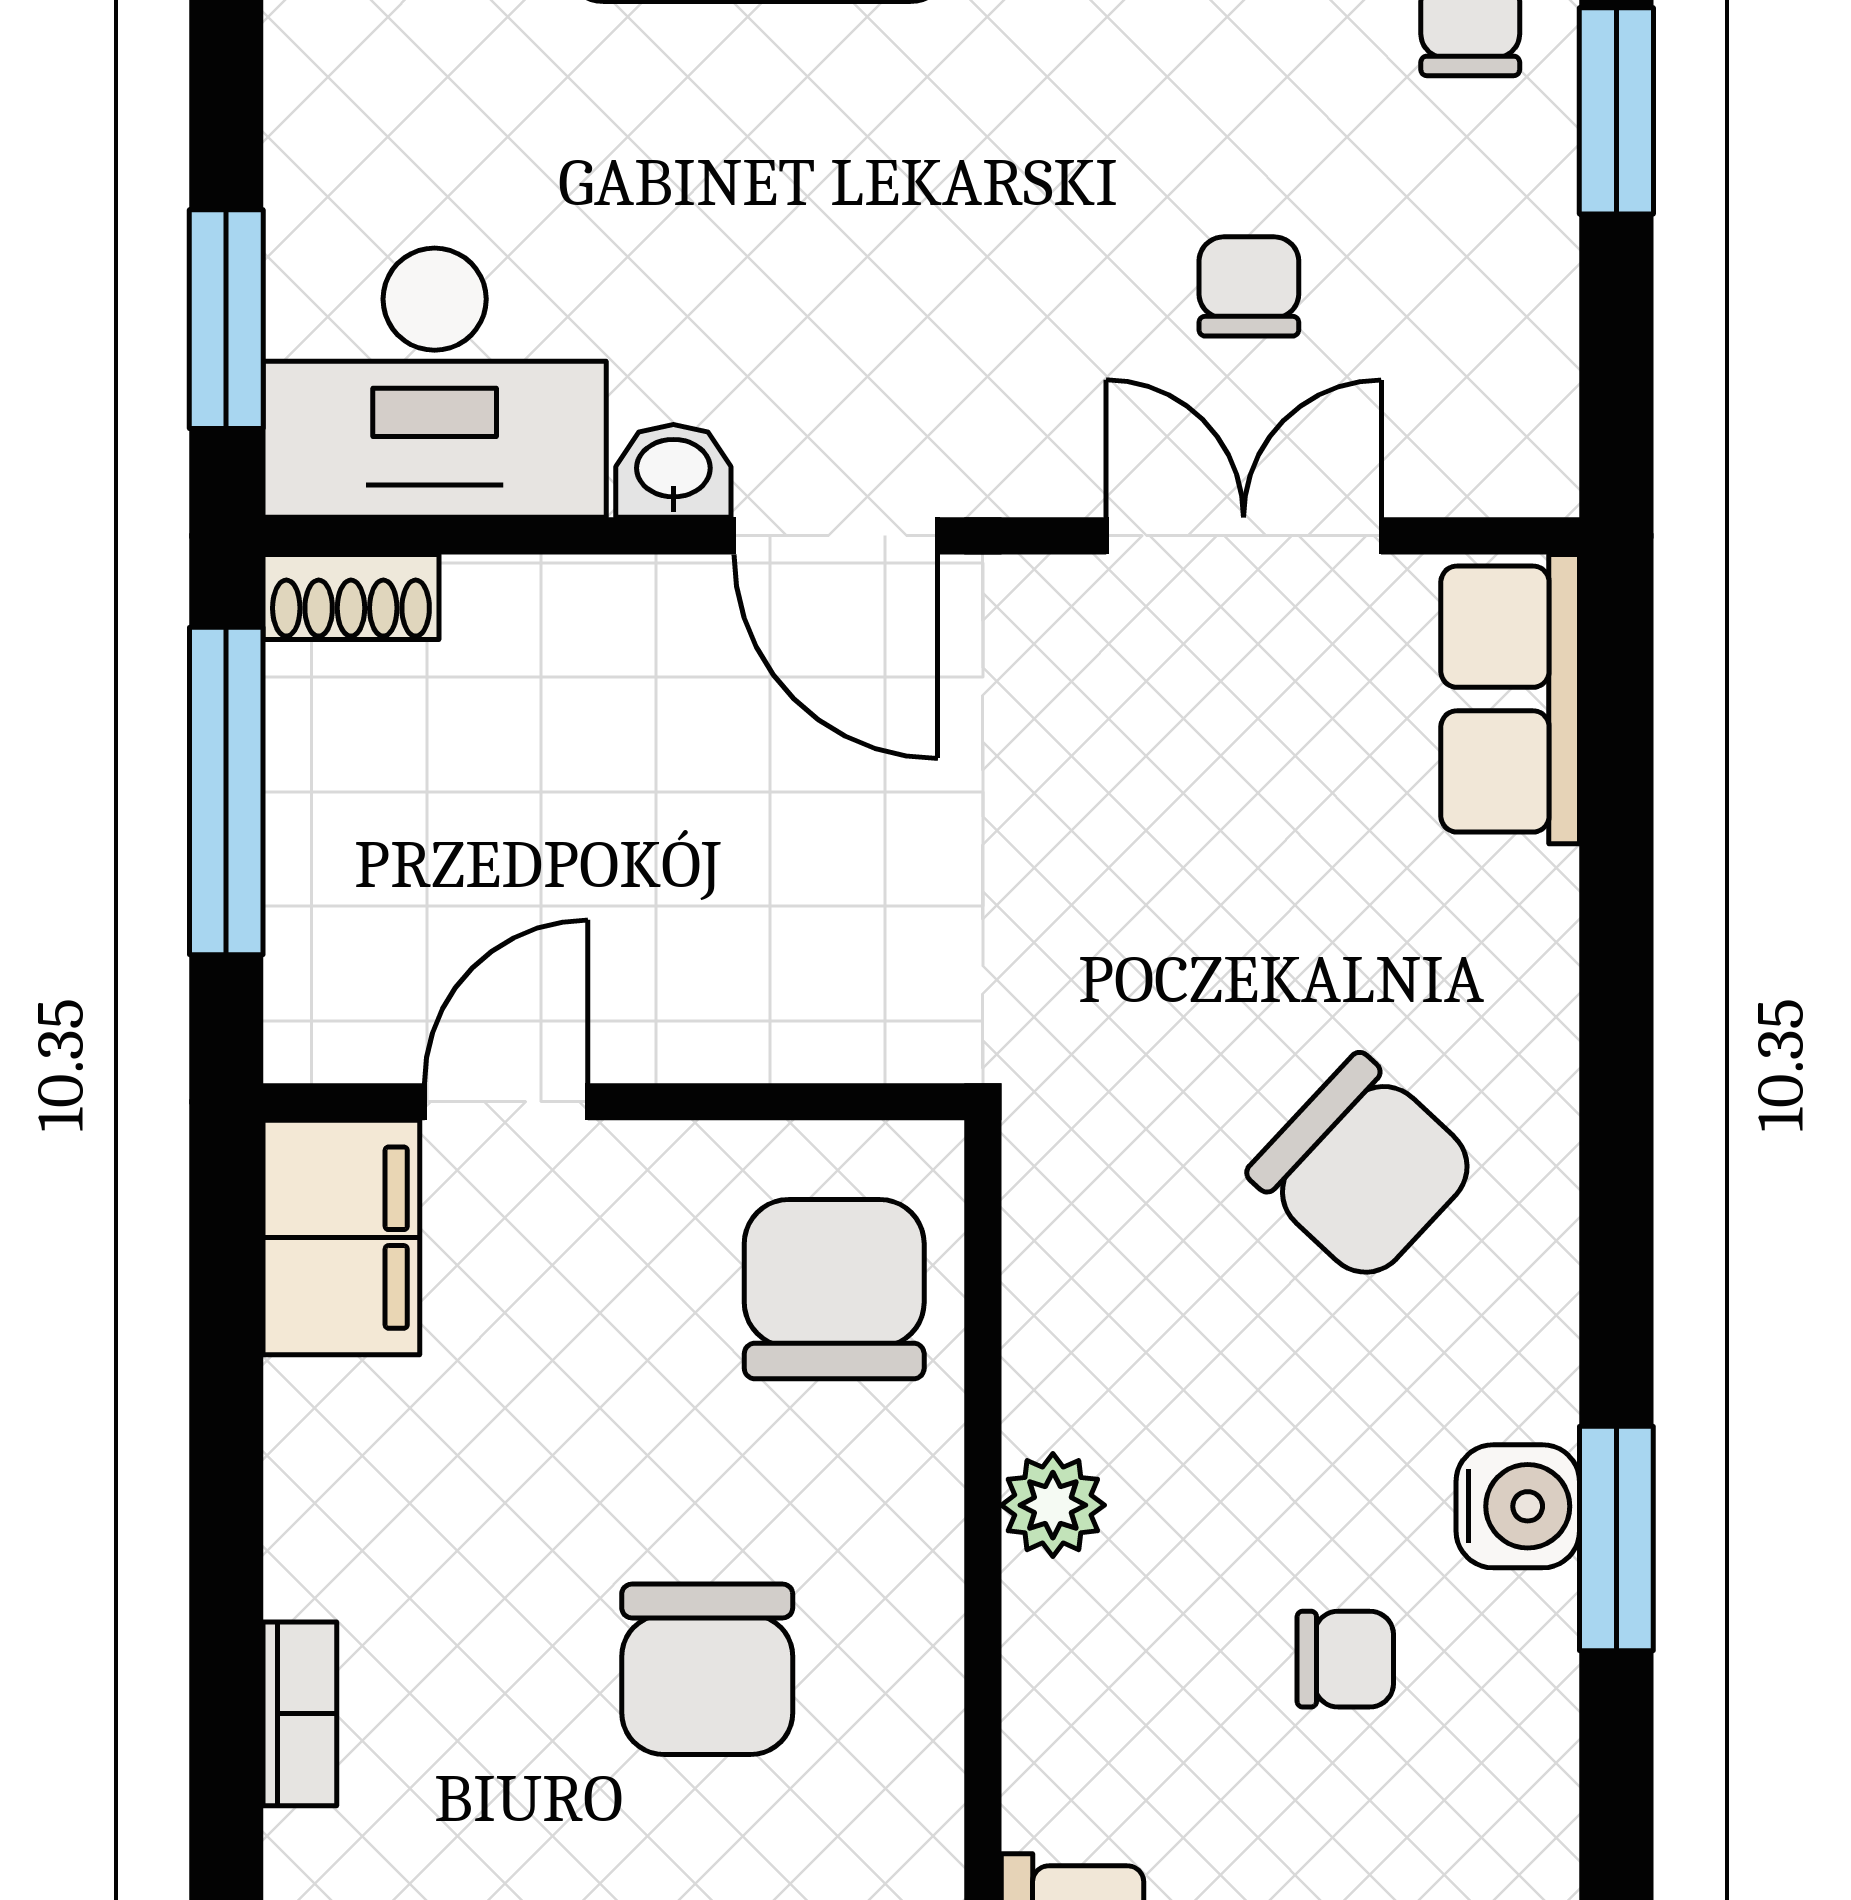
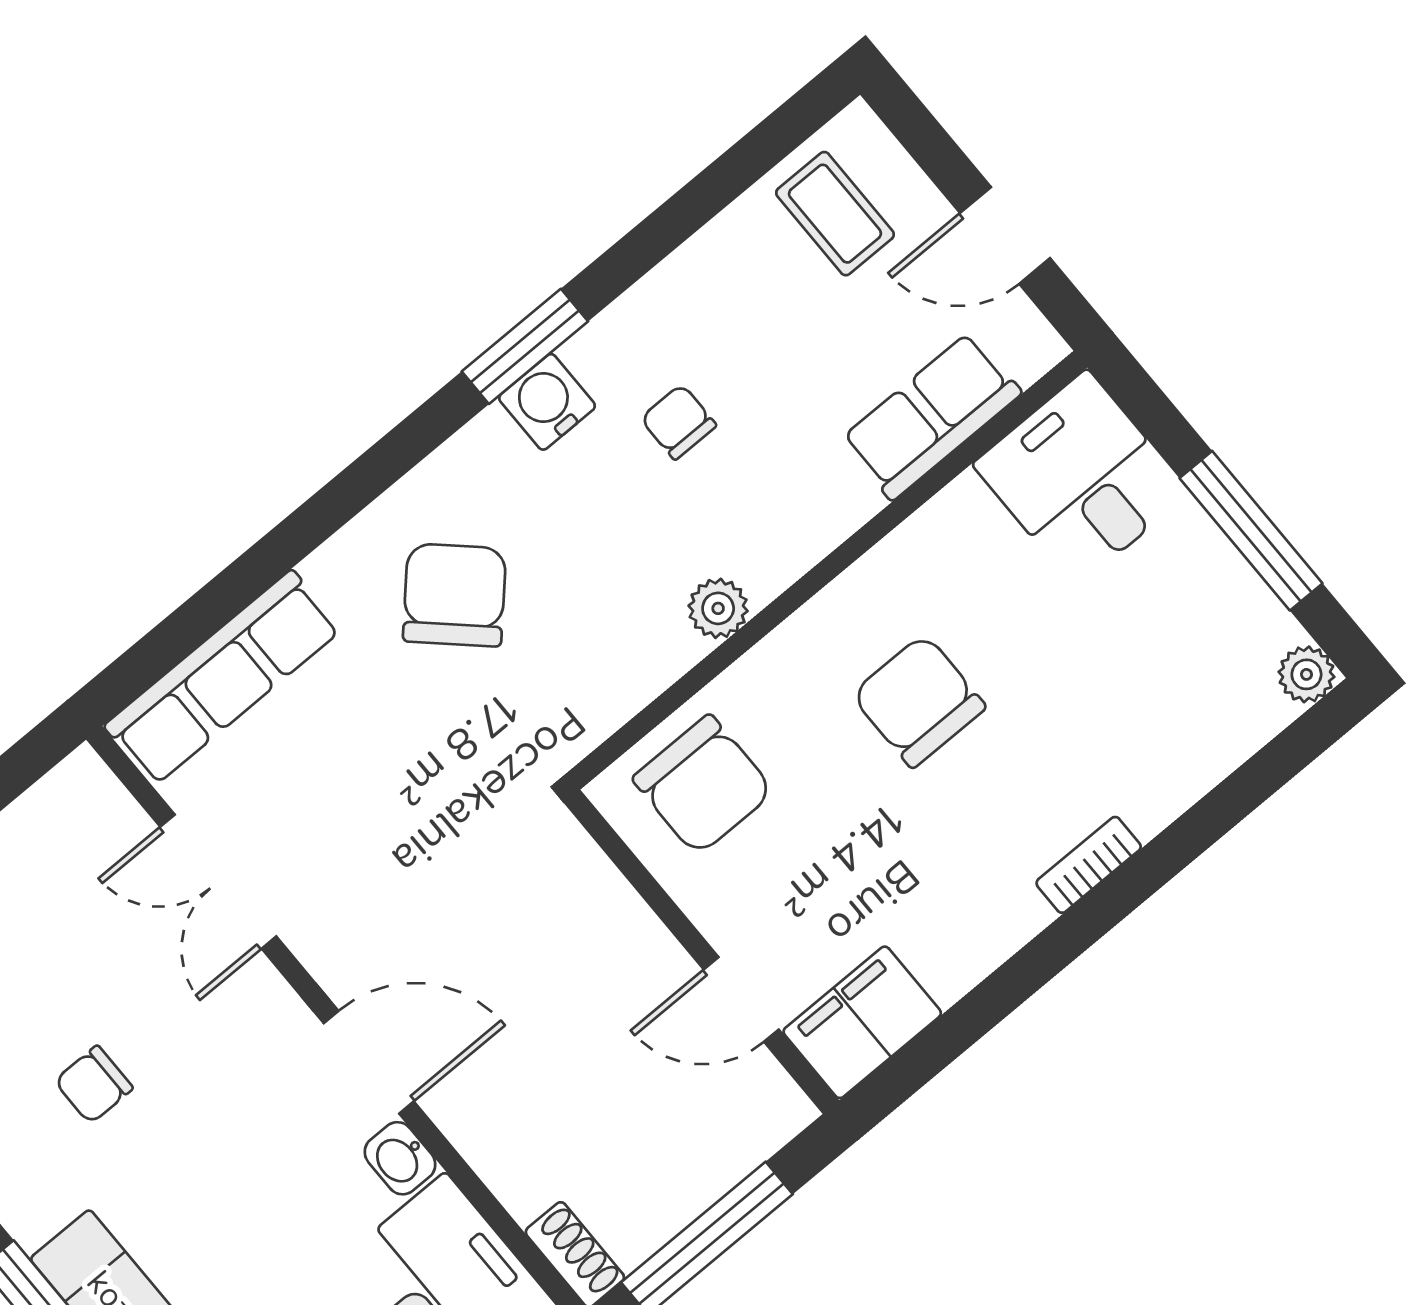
chair: (1249, 286) -> (94, 1085), moved
door: (836, 536) -> (369, 1062), hinge flipped
row of seats: (1510, 699) -> (223, 678), width x1.48
chair: (834, 1289) -> (703, 785), turned -90
chair: (707, 1669) -> (918, 701), turned -90

